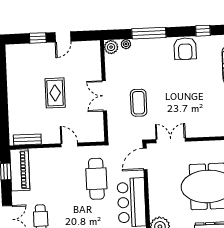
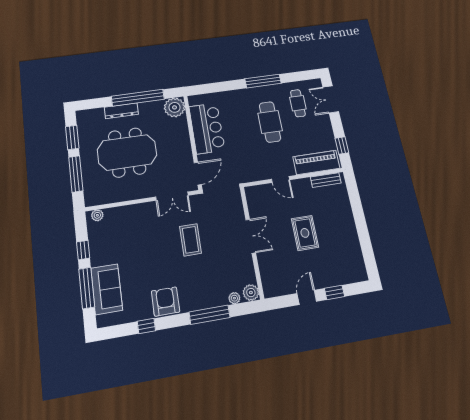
coffee table: (139, 103) -> (191, 240), moved
piano: (20, 170) -> (316, 162), moved, turned 90
cafe table: (96, 179) -> (270, 122), moved

